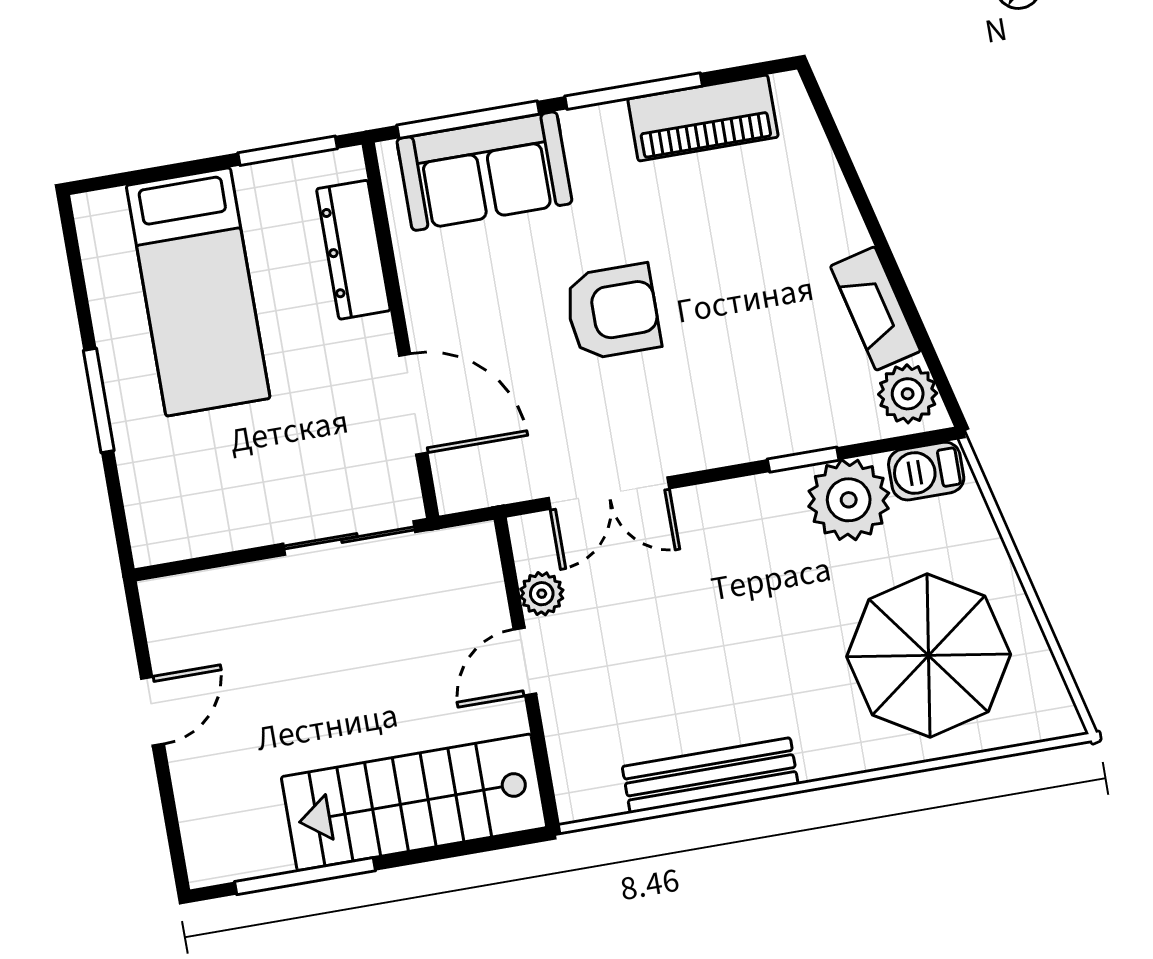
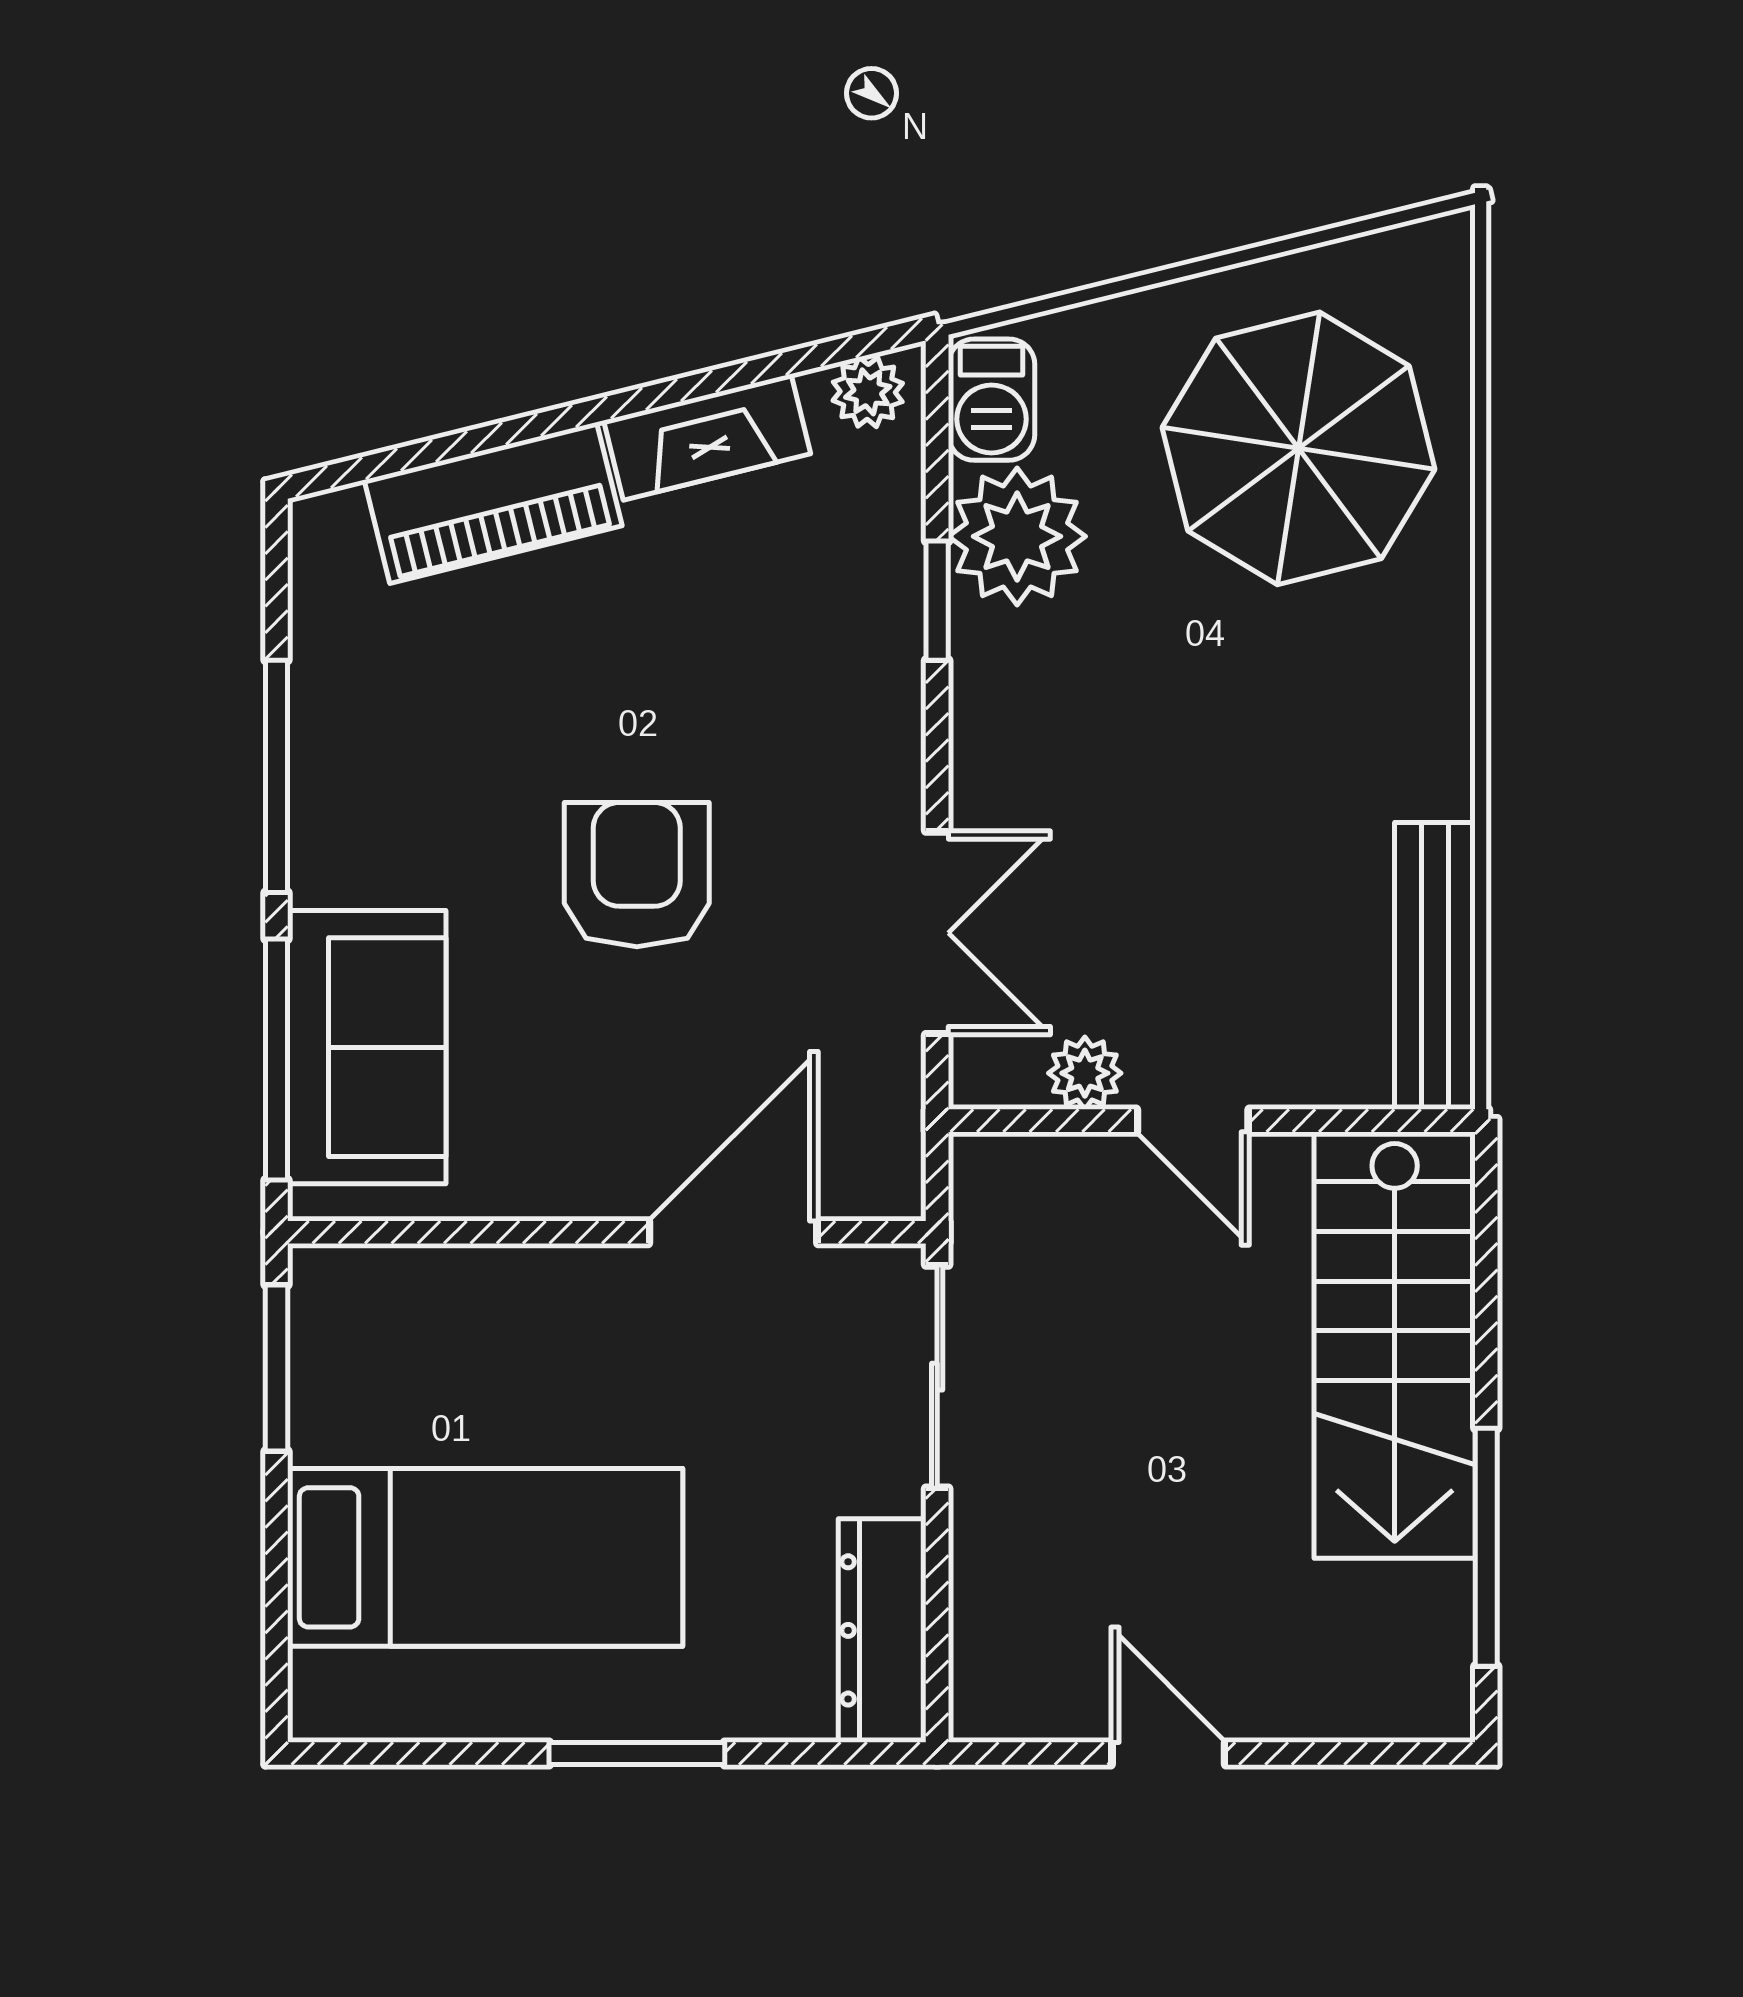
piano: (703, 118) -> (493, 503), moved, turned 76
dresser: (353, 250) -> (882, 1630), moved, turned 90
plant: (908, 394) -> (868, 392), width x0.73, depth x0.73
bench: (710, 775) -> (1435, 966), moved

